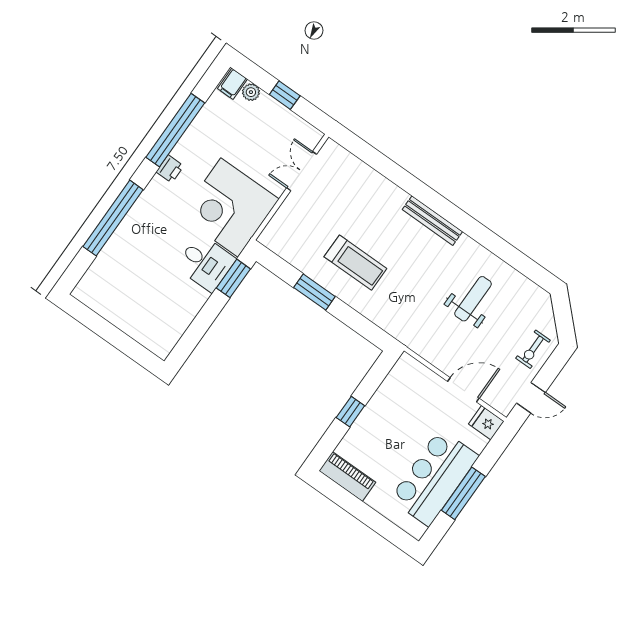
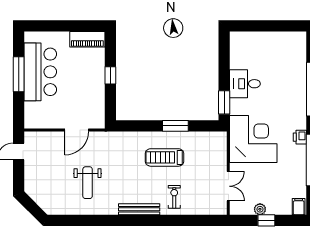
plant: (251, 92) -> (260, 209), moved
desk: (206, 263) -> (245, 84), moved
exercise bike: (533, 349) -> (174, 197), moved
door: (463, 390) -> (77, 130), moved
fridge: (486, 423) -> (33, 121), removed

